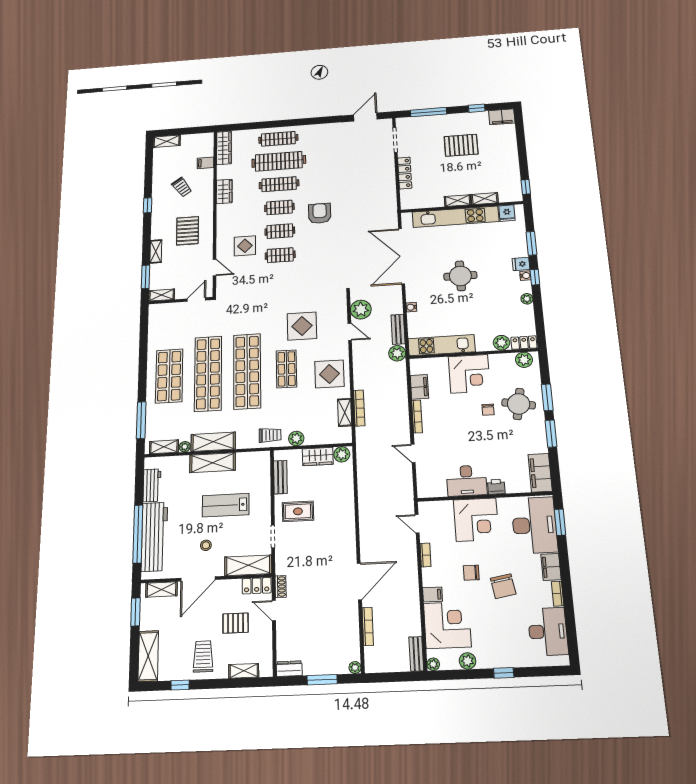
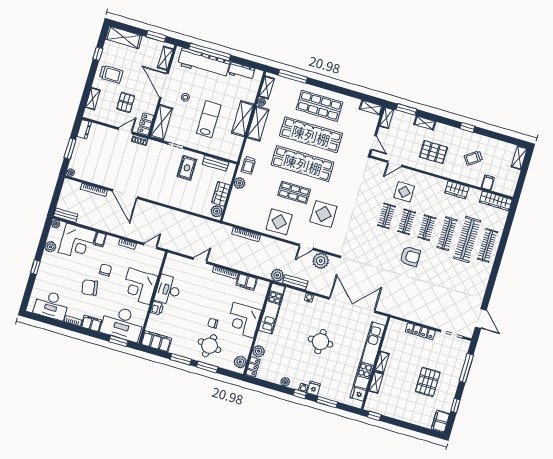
shelving: (345, 412) -> (371, 108), moved

